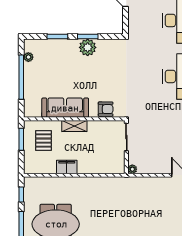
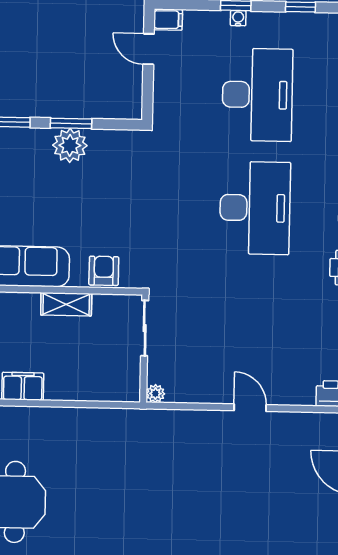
armchair: (106, 109) -> (104, 271), turned -90
shelving: (74, 126) -> (66, 304), moved

